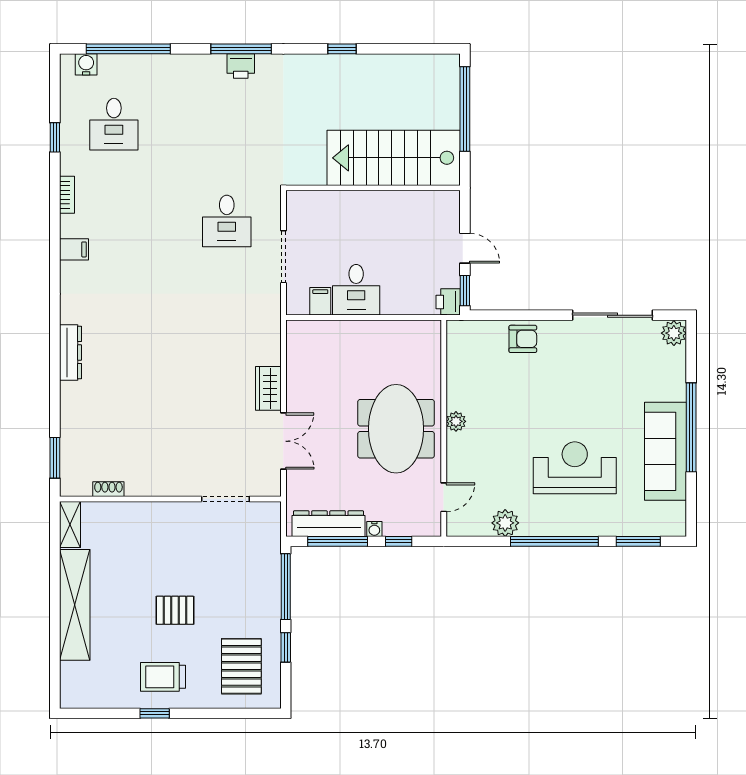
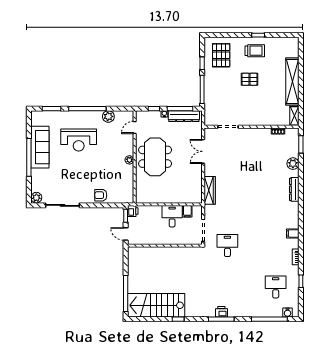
stairs: (394, 158) -> (156, 305), moved, turned 180
wall: (373, 188) -> (165, 246), moved
wardrobe: (268, 388) -> (210, 190), moved, width x1.50
plant: (73, 413) -> (293, 164), added

